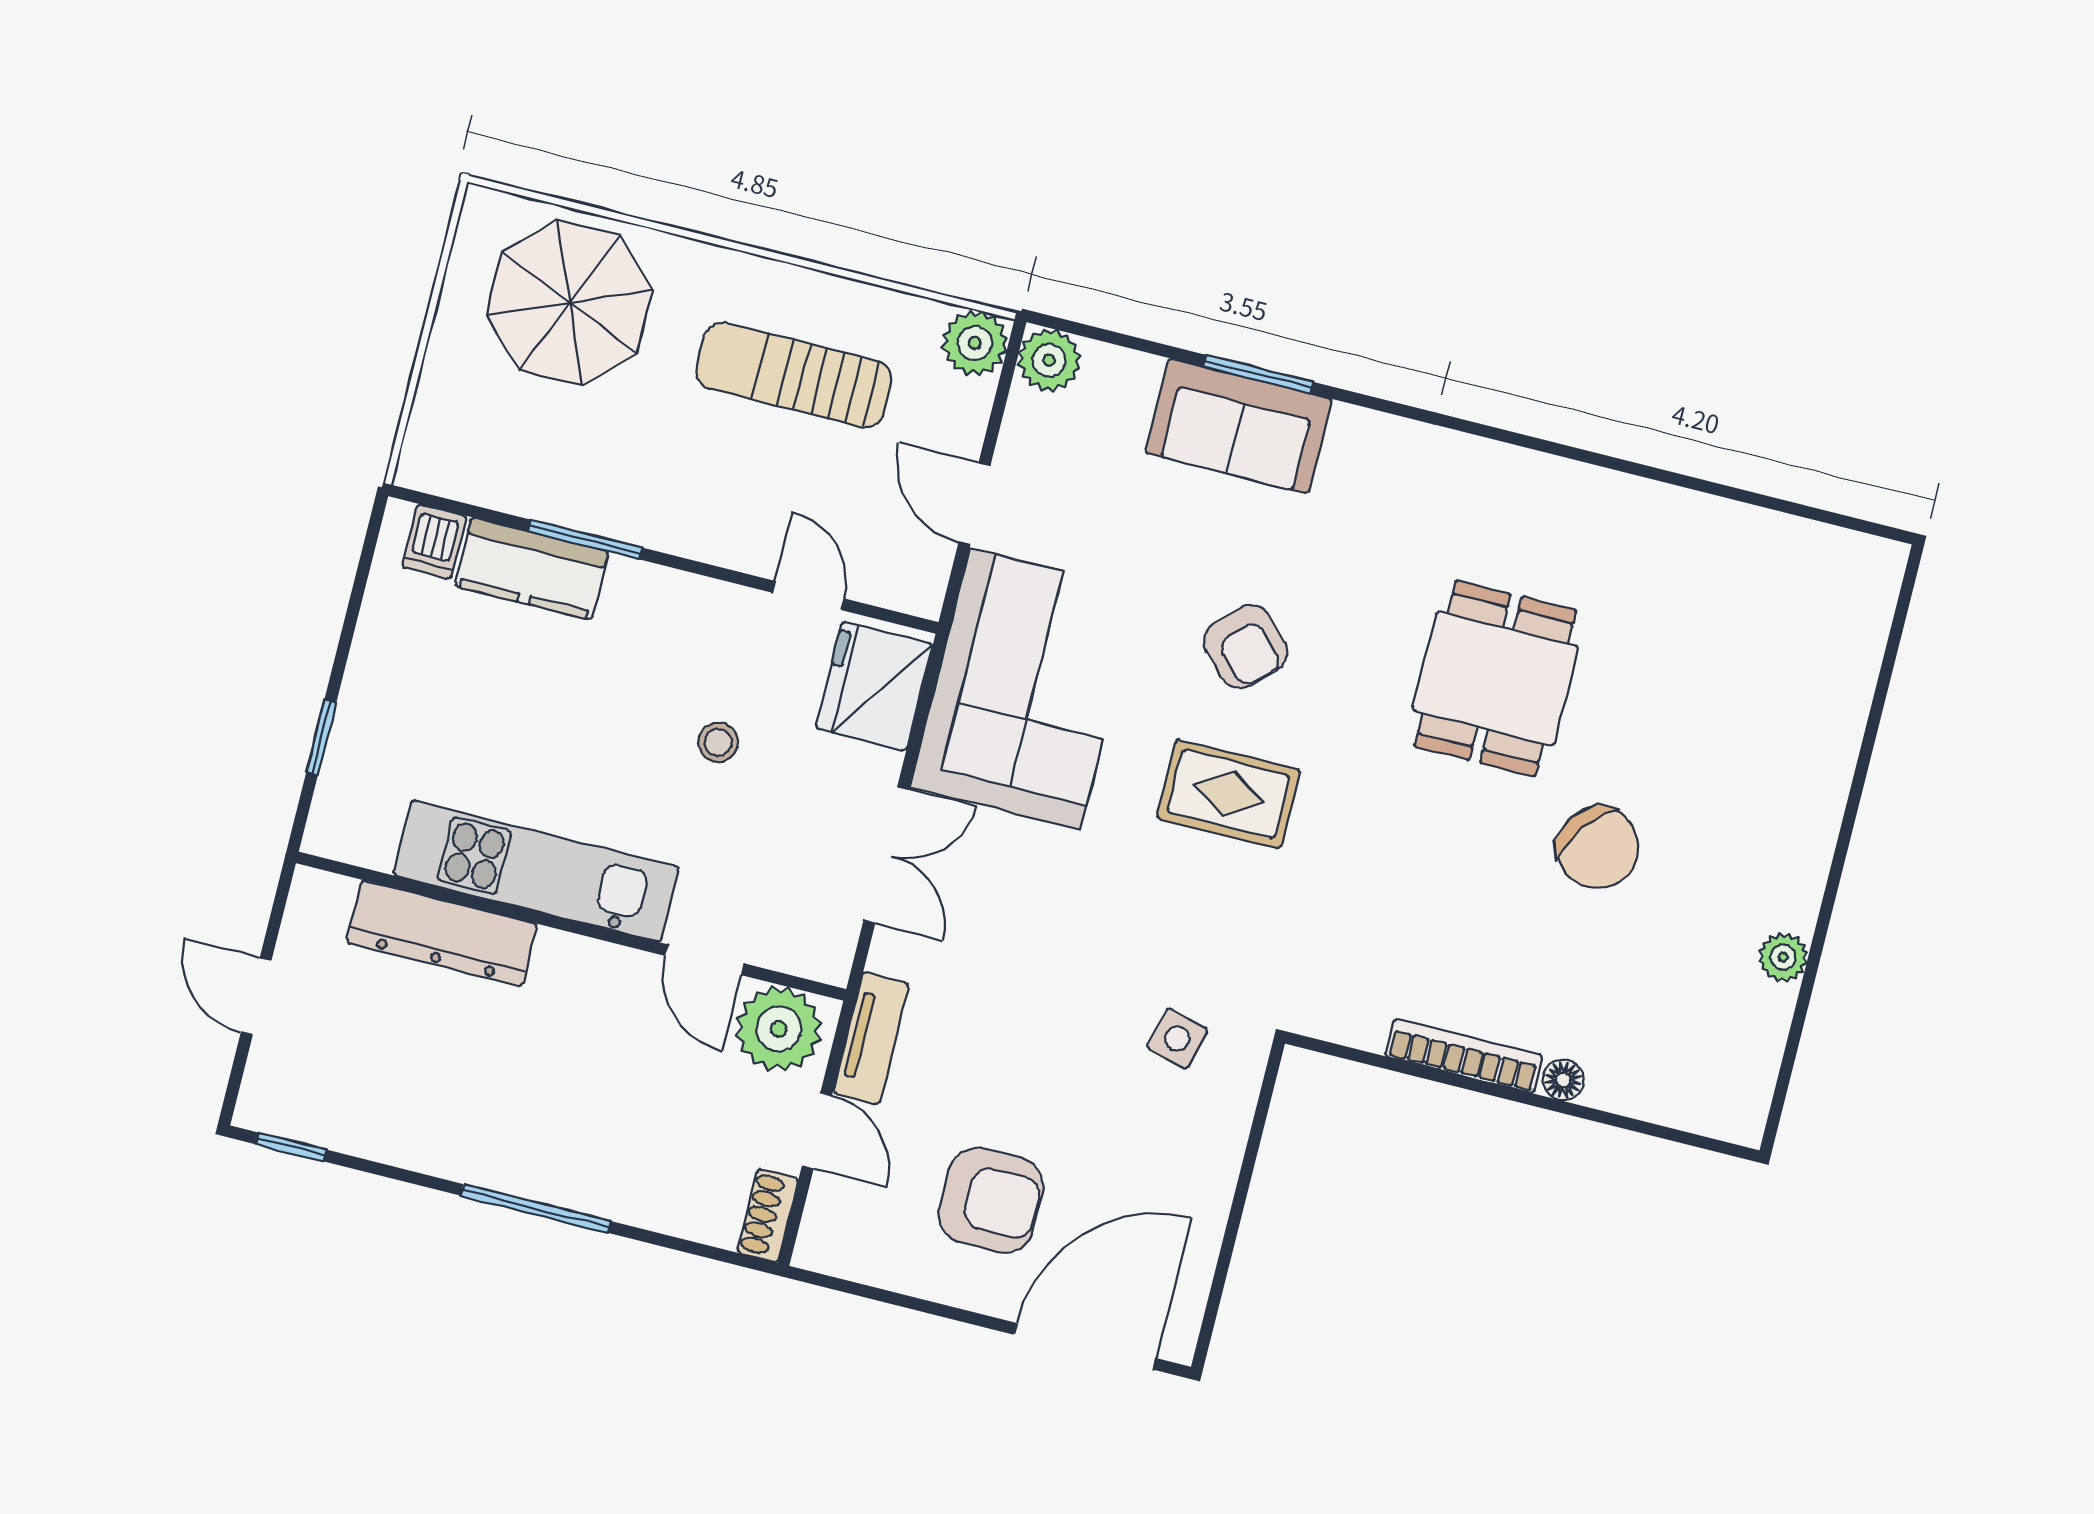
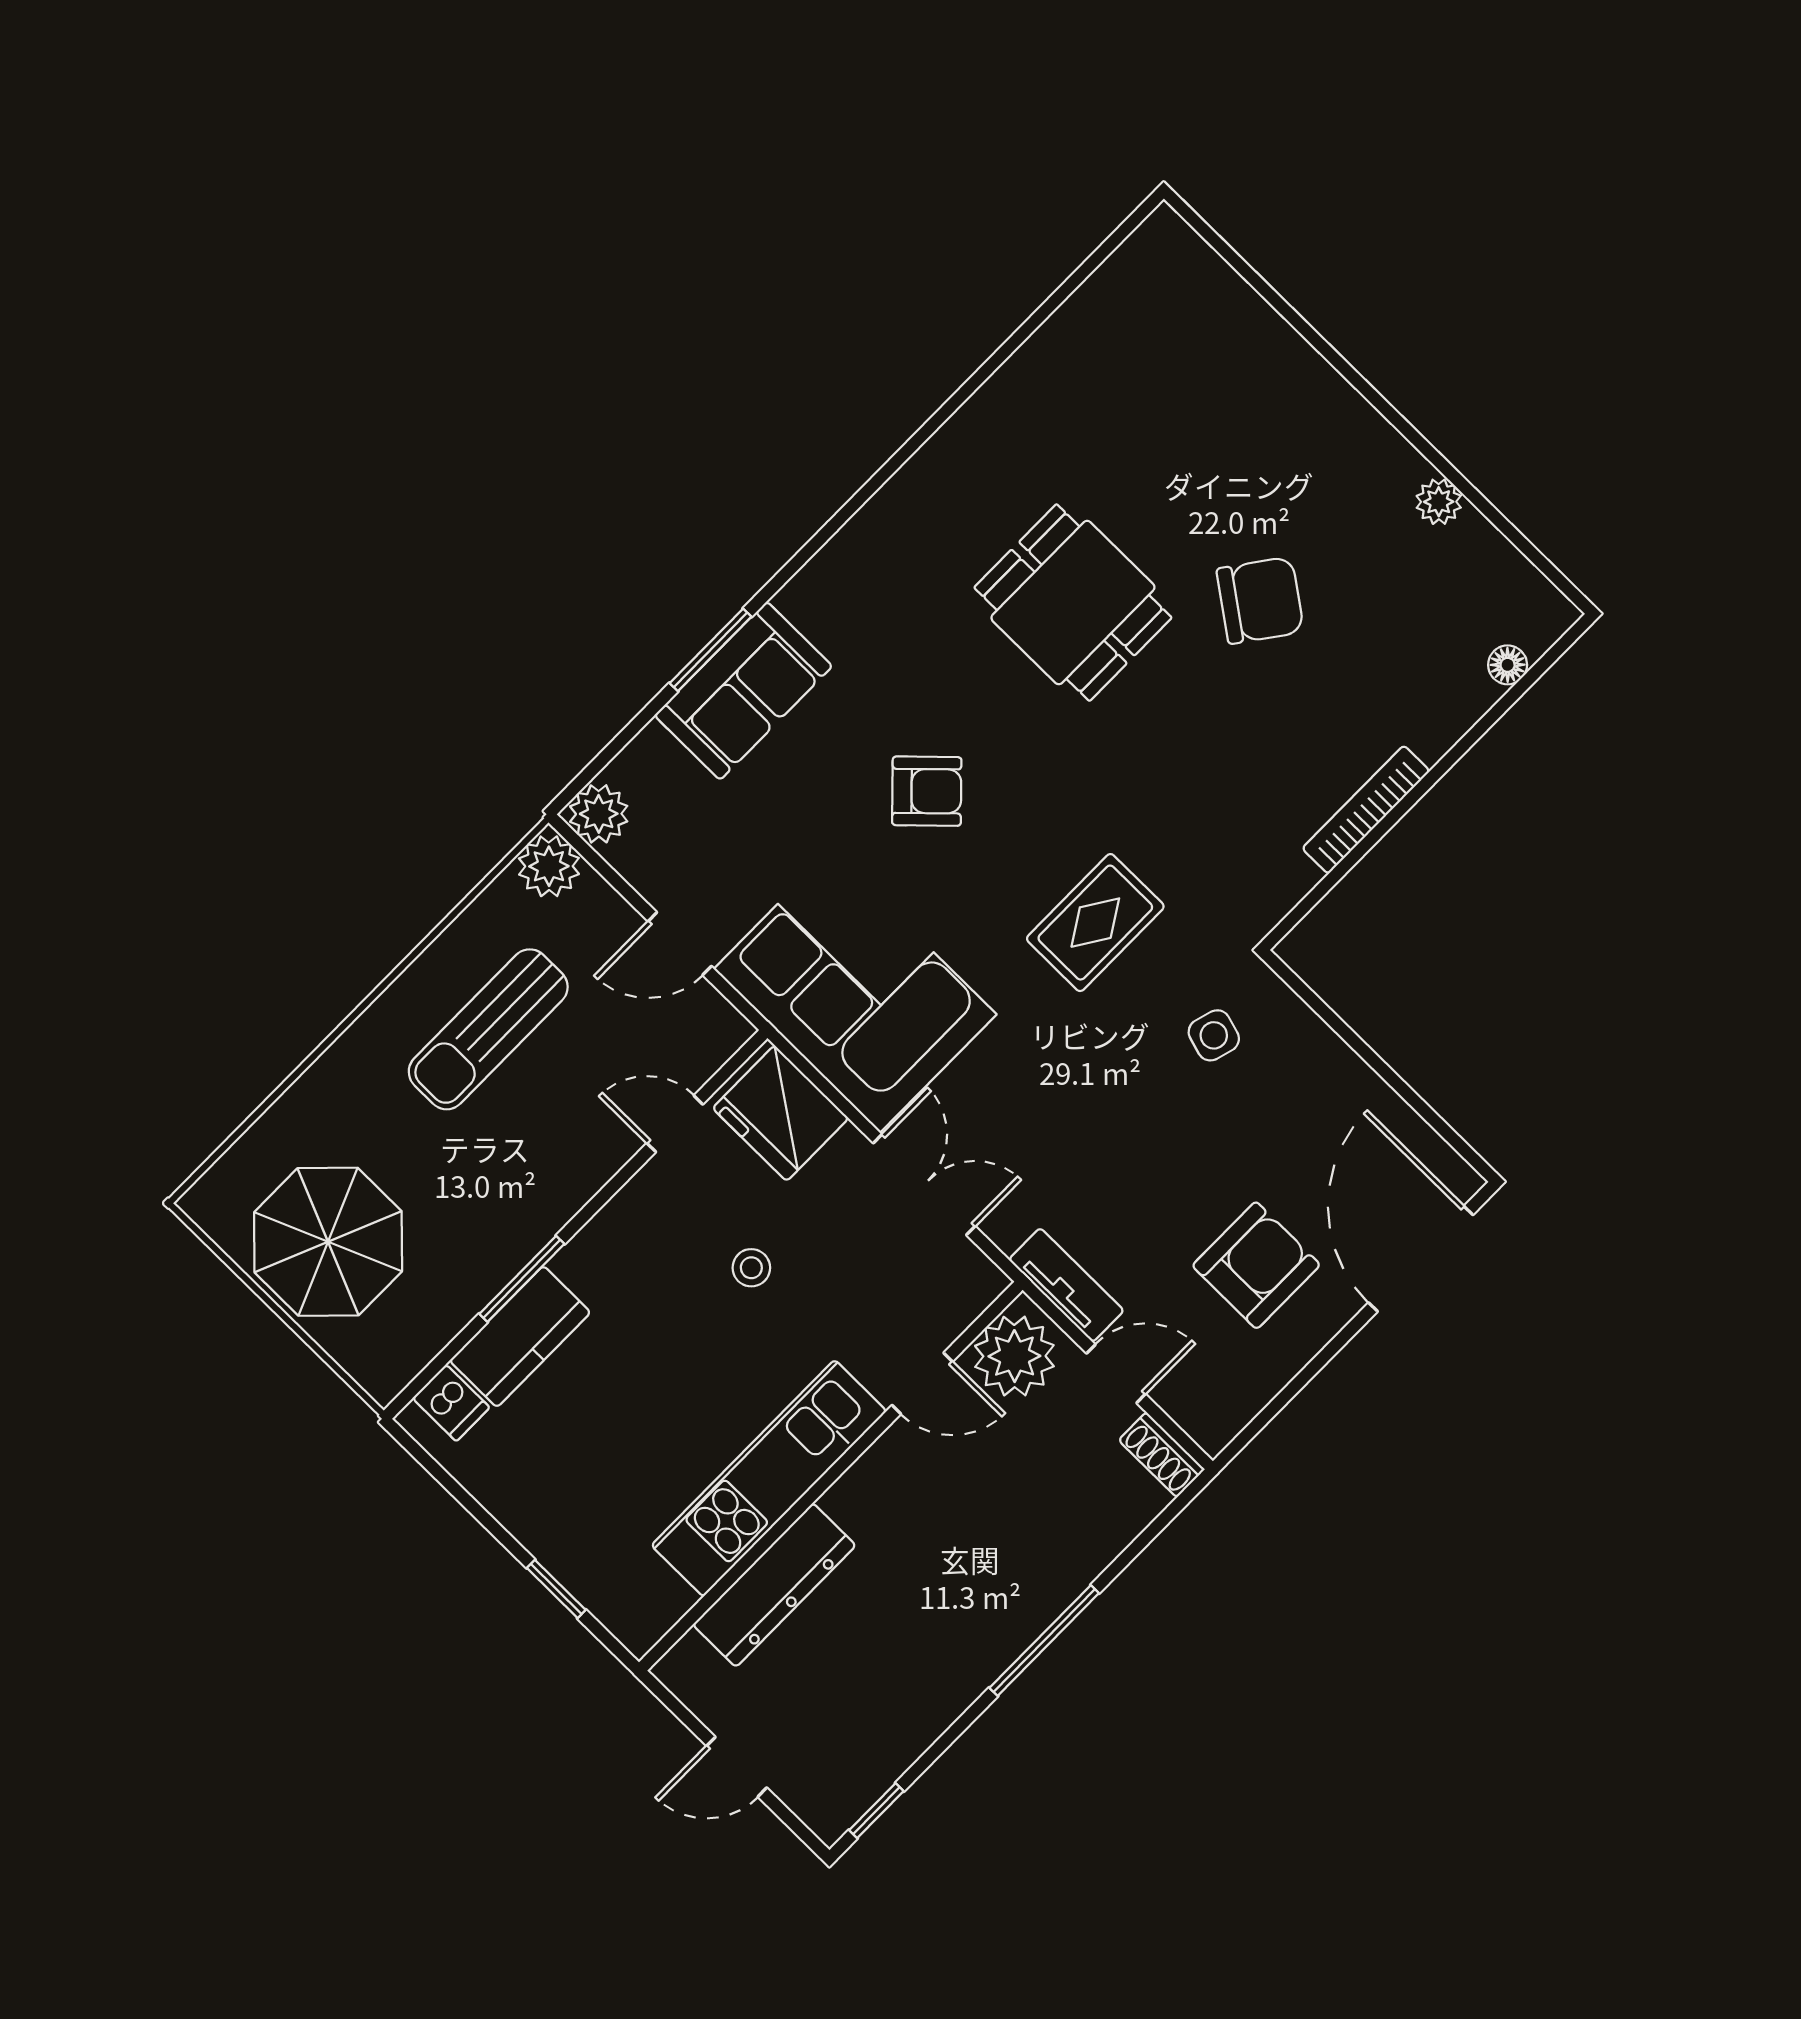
parasol: (570, 303) -> (328, 1242), moved
rug: (1228, 794) -> (1095, 923), moved
floor lamp: (1563, 1080) -> (1508, 665), moved

